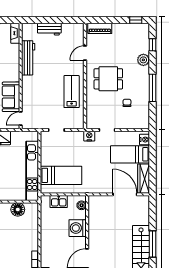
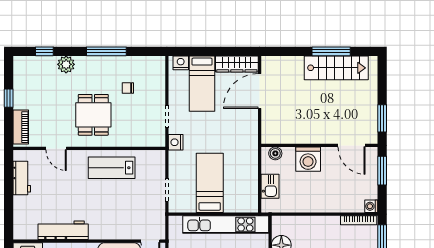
window: (136, 20) -> (9, 98), moved
workbench: (49, 29) -> (22, 178), moved
bed: (61, 175) -> (210, 183), moved

